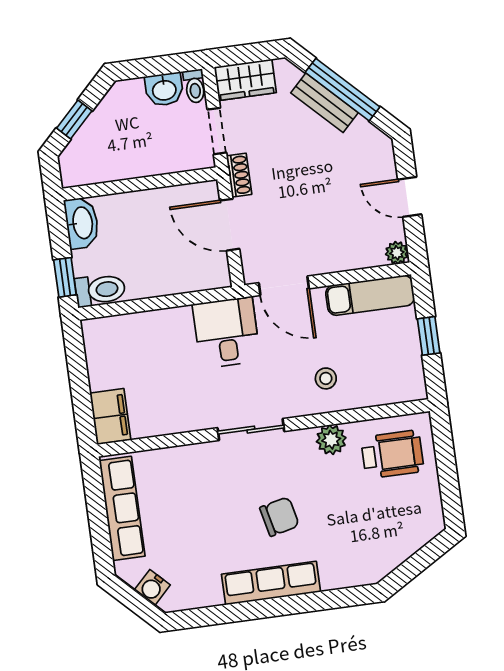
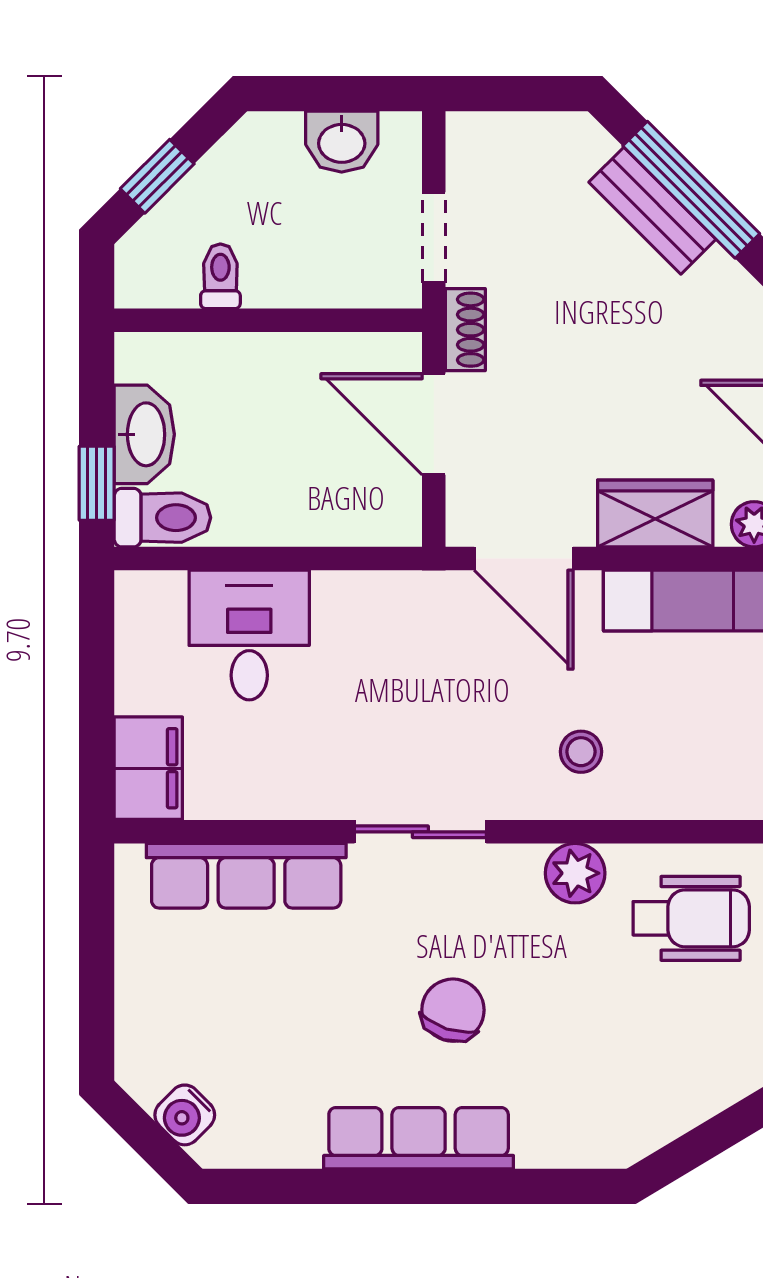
wardrobe: (245, 80) -> (655, 514), moved, turned 180
toilet: (195, 86) -> (220, 276), moved, turned 180
washbasin: (82, 223) -> (144, 434), moved
desk: (226, 333) -> (249, 635), moved
row of seats: (122, 508) -> (246, 876), moved, turned 90
chair: (279, 517) -> (453, 1010), turned -59

